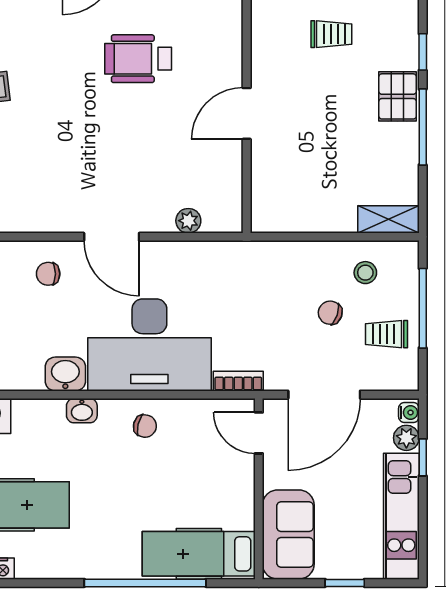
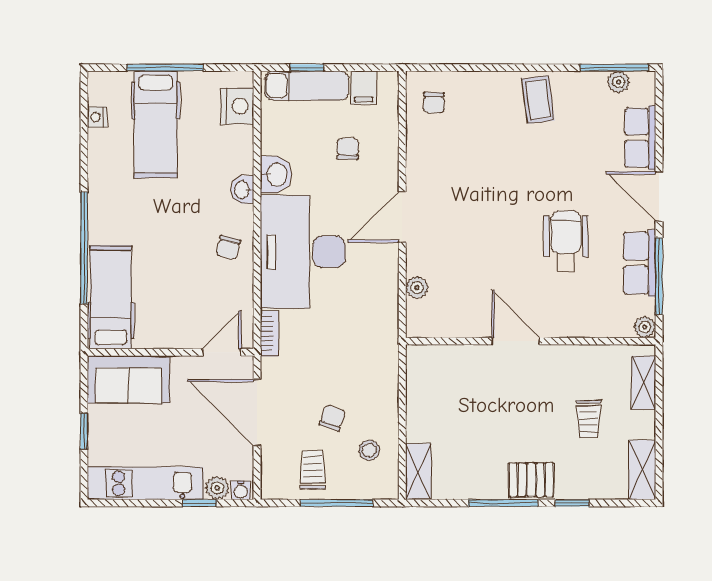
chair: (48, 274) -> (348, 149), moved

